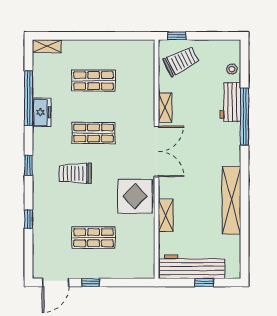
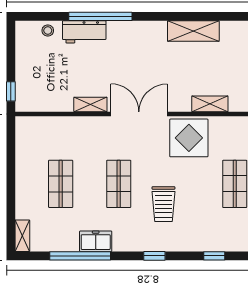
trolley: (181, 61) -> (39, 87), removed
shelving: (231, 200) -> (193, 31), width x0.68

